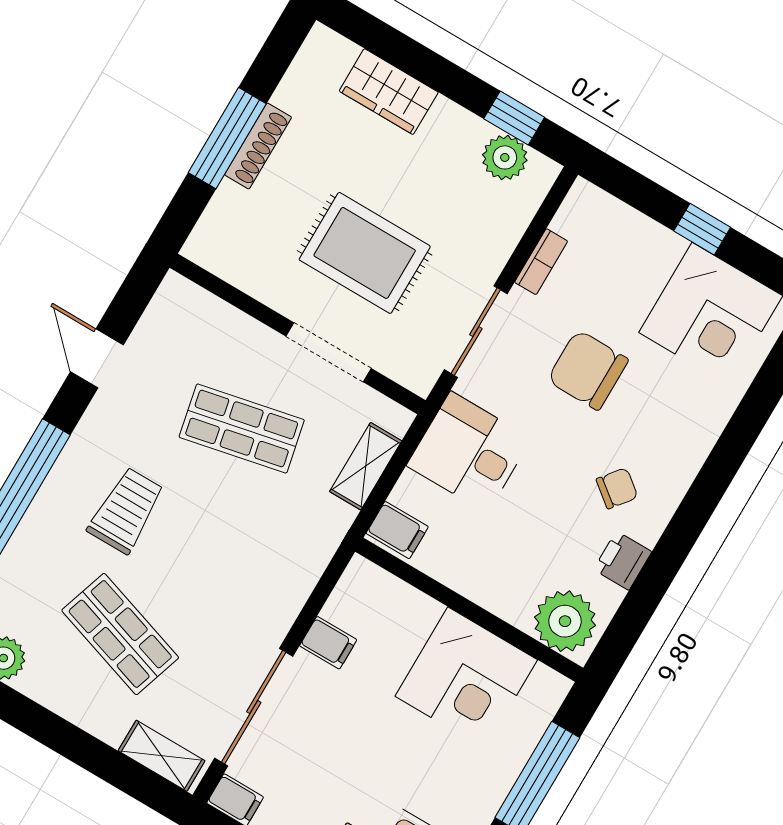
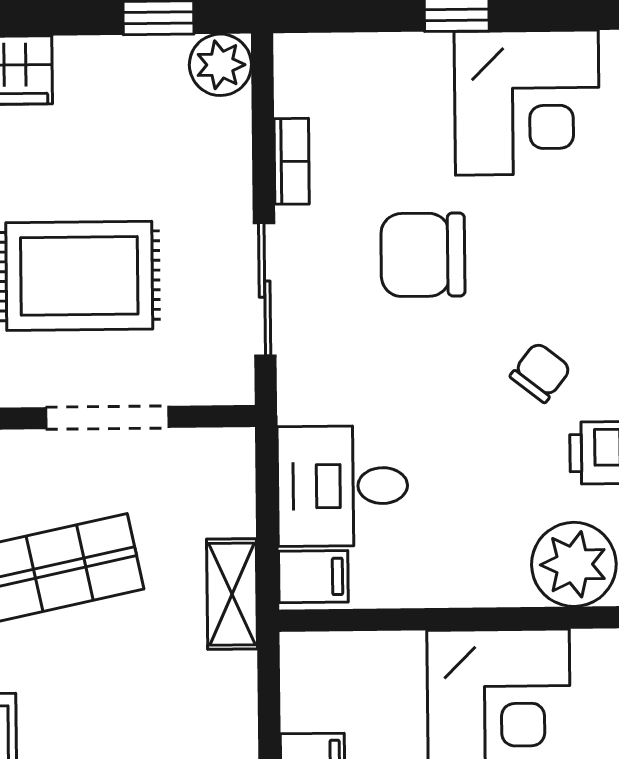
plant: (505, 157) -> (220, 65), moved
desk: (469, 452) -> (343, 486), moved
shelving: (366, 466) -> (232, 594), moved

